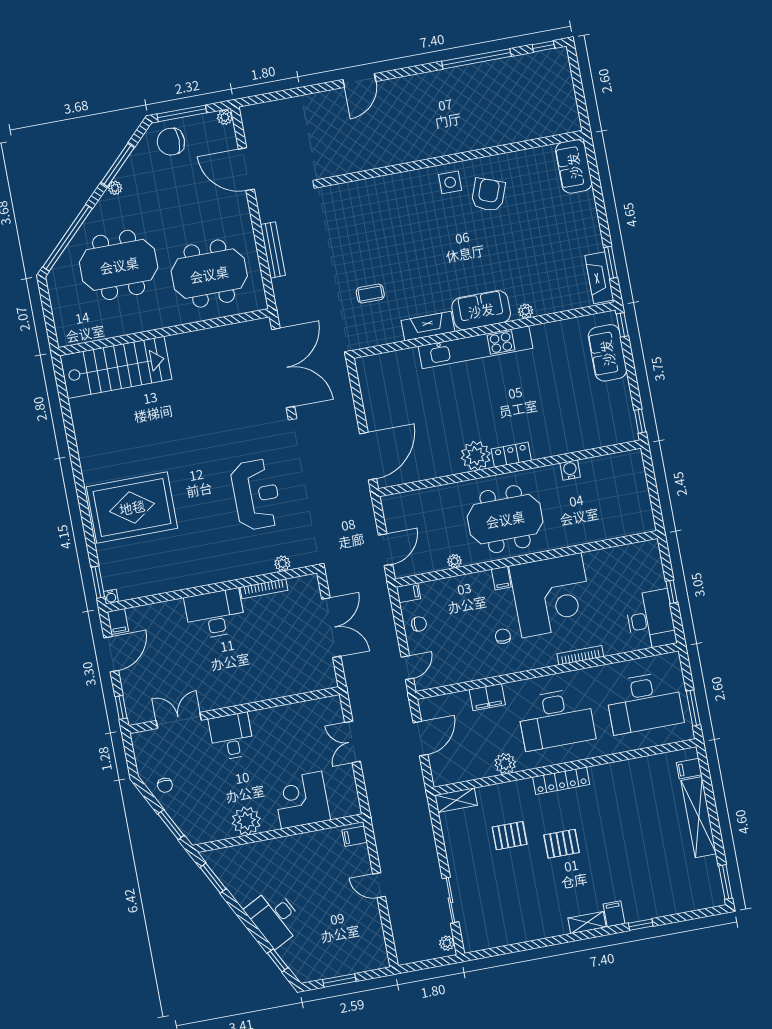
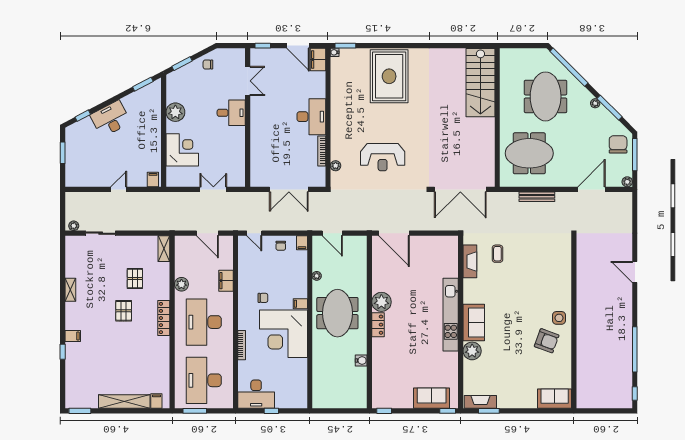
meeting table: (209, 274) -> (529, 153), turned 90
plant: (526, 311) -> (472, 351), width x1.87, depth x1.87
fireplace: (428, 326) -> (470, 261), moved
filing cabinet: (118, 622) -> (318, 60), width x2.00
shelving: (587, 923) -> (70, 290), moved

